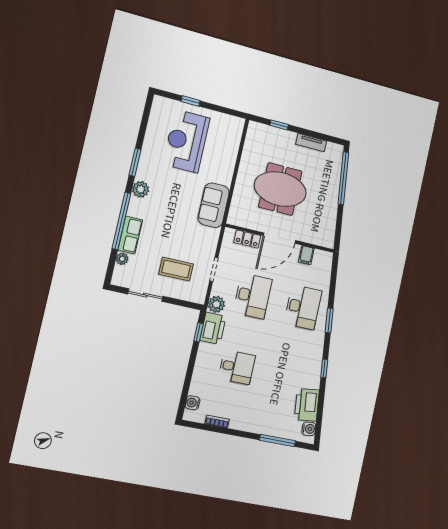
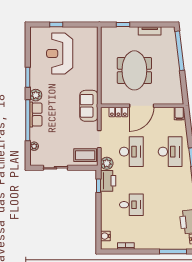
meeting table: (280, 189) -> (134, 70), turned 90
sofa: (214, 205) -> (89, 106), moved
row of seats: (130, 235) -> (36, 114), moved
filing cabinet: (306, 255) -> (179, 113), moved
coffee table: (176, 269) -> (85, 155), moved

